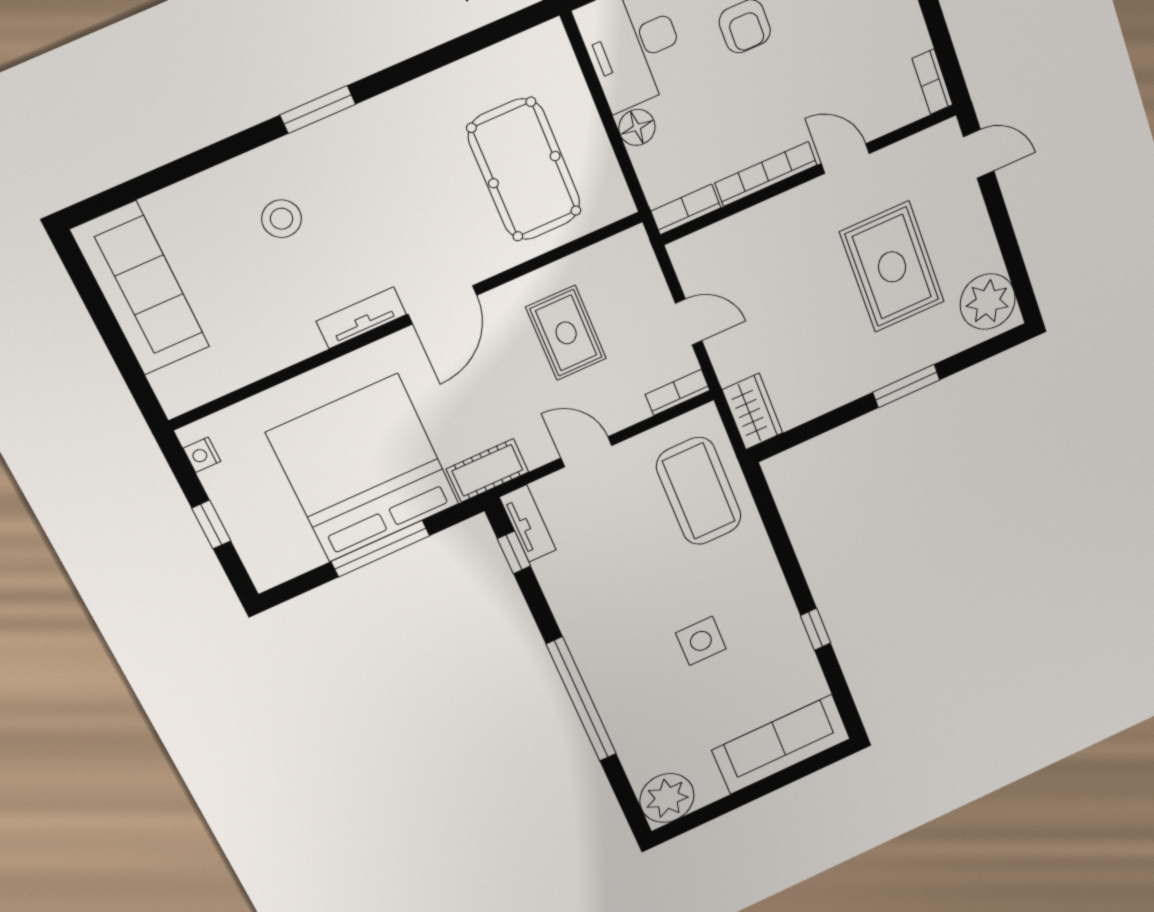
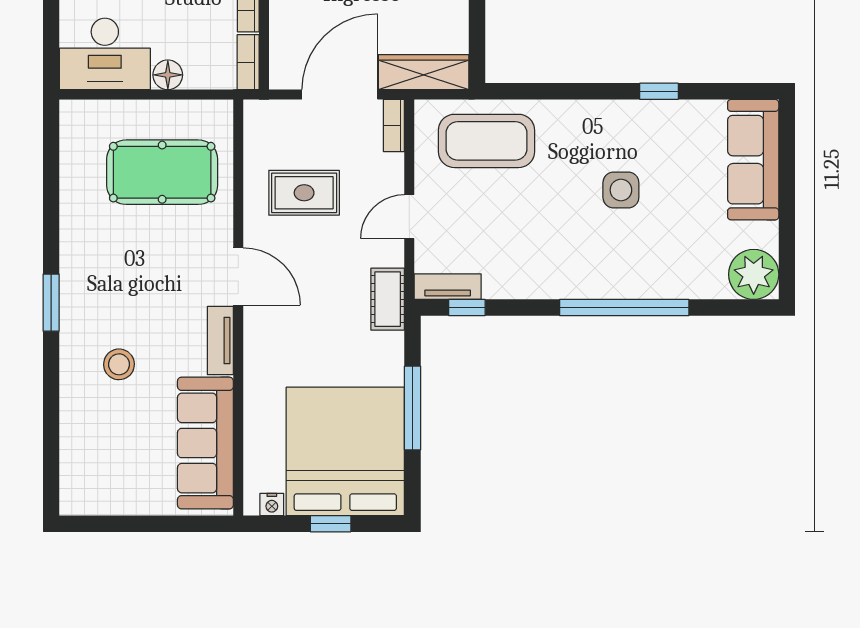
sofa: (140, 289) -> (205, 443), moved, turned -90
door: (689, 322) -> (340, 95), width x1.88
wardrobe: (752, 411) -> (424, 72), width x1.50
bed: (363, 468) -> (345, 451), moved, turned 90

